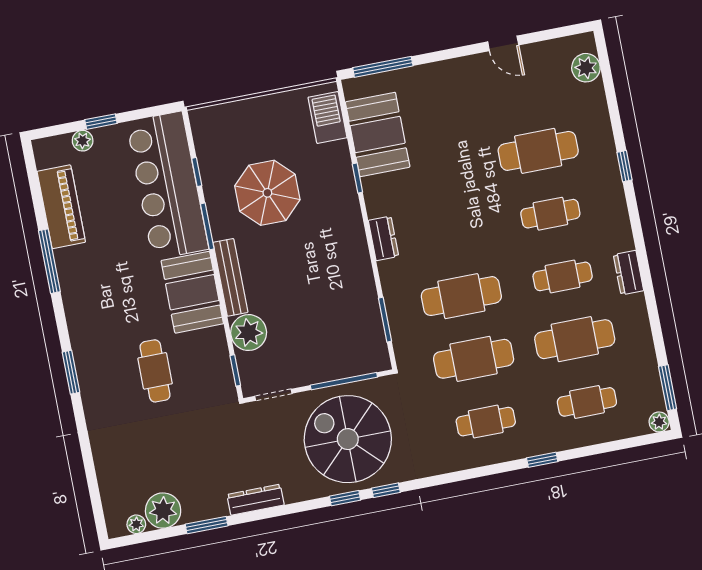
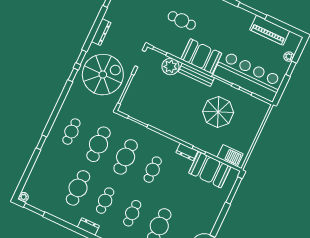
dresser: (384, 238) -> (187, 152), moved
cafe table: (587, 402) -> (153, 170), moved
dresser: (256, 500) -> (101, 32), moved

